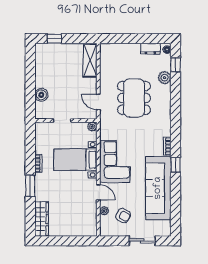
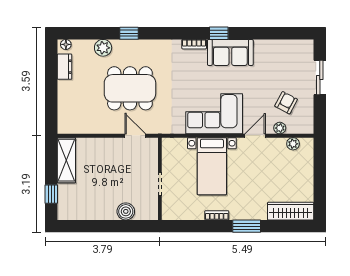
shelving: (90, 60) -> (66, 160), moved, turned 90
window: (176, 65) -> (129, 33), moved
door: (98, 102) -> (135, 136), swing flipped
plant: (92, 127) -> (293, 144), moved
sofa: (158, 188) -> (230, 52), width x0.54, depth x0.79

